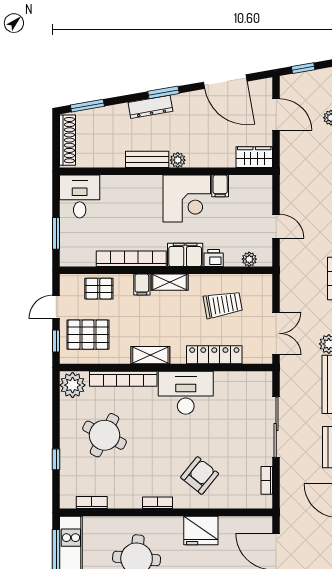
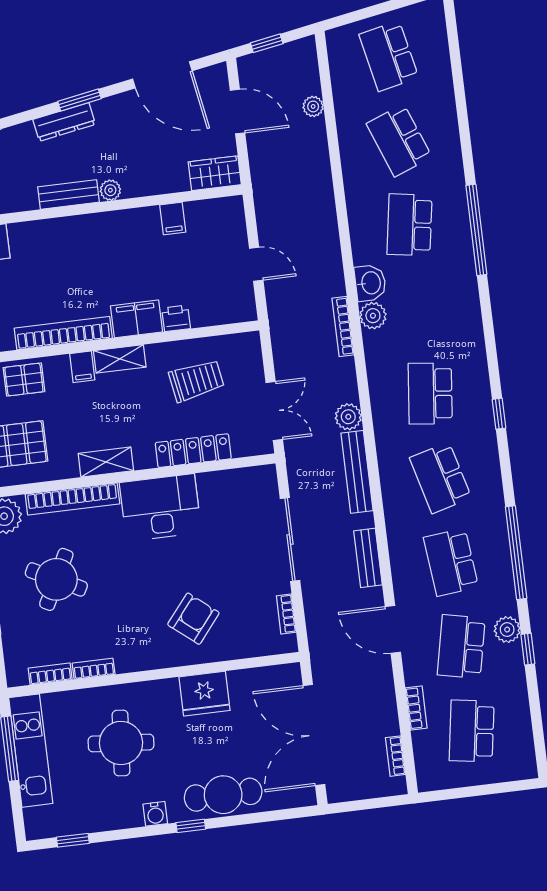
corner desk: (187, 199) -> (129, 241), removed
plant: (249, 259) -> (225, 314), removed
bookcase: (157, 503) -> (94, 669), moved

